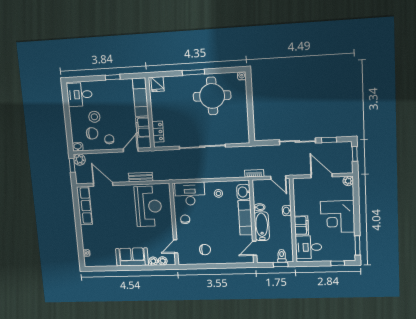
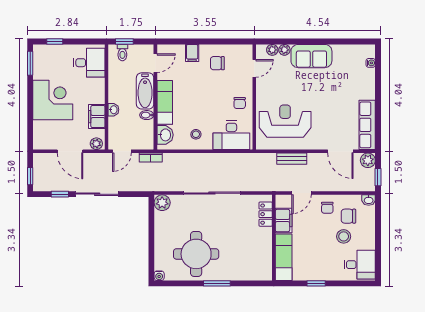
fridge: (158, 84) -> (261, 272), removed
plant: (243, 137) -> (162, 203), added
plant: (79, 160) -> (368, 160), moved
door: (278, 177) -> (122, 151), swing flipped
plant: (348, 181) -> (96, 144), moved
reception desk: (148, 206) -> (285, 121), turned 90
filing cabinet: (301, 225) -> (97, 117), moved
filing cabinet: (226, 257) -> (192, 53), added

